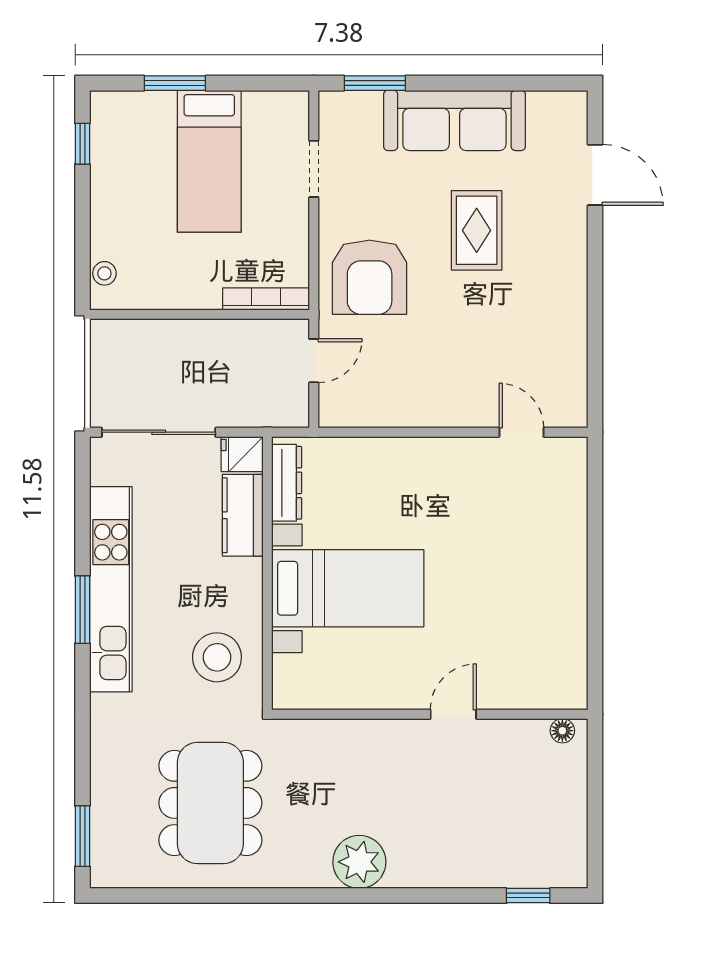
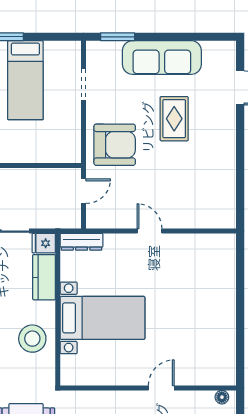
armchair: (370, 277) -> (115, 145), turned -90
bookcase: (266, 299) -> (57, 157), removed
door: (521, 432) -> (149, 231), moved
dresser: (287, 483) -> (82, 242), moved, turned 90
stool: (217, 657) -> (32, 339), moved

